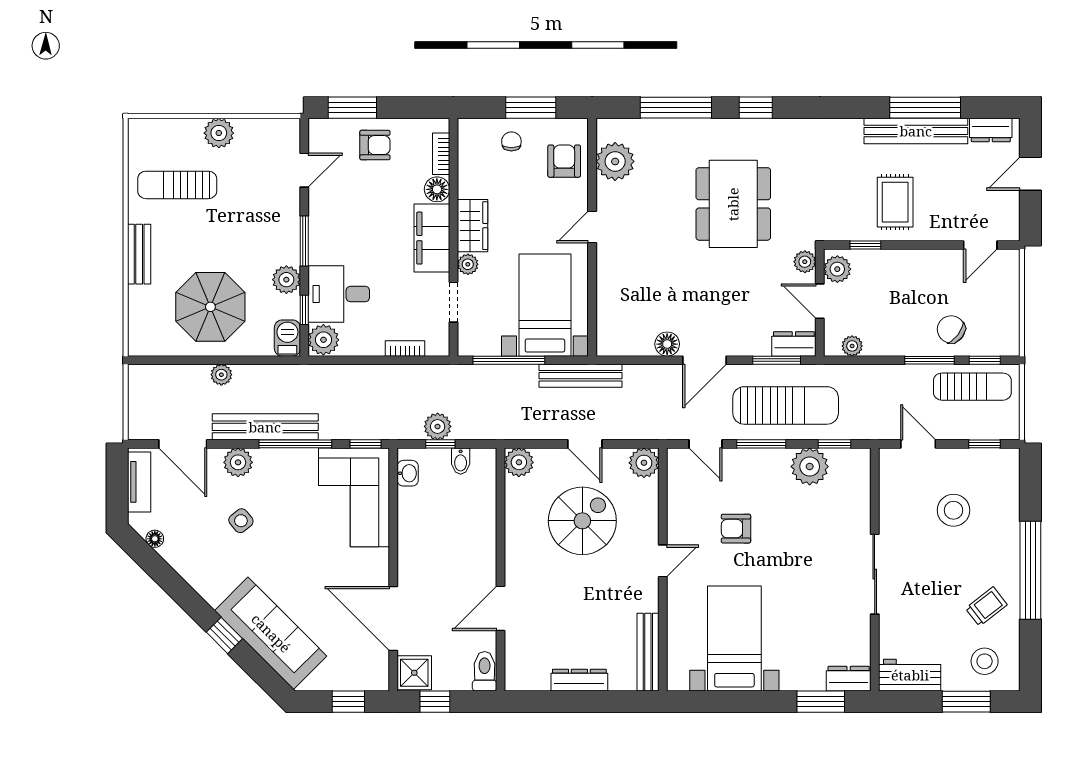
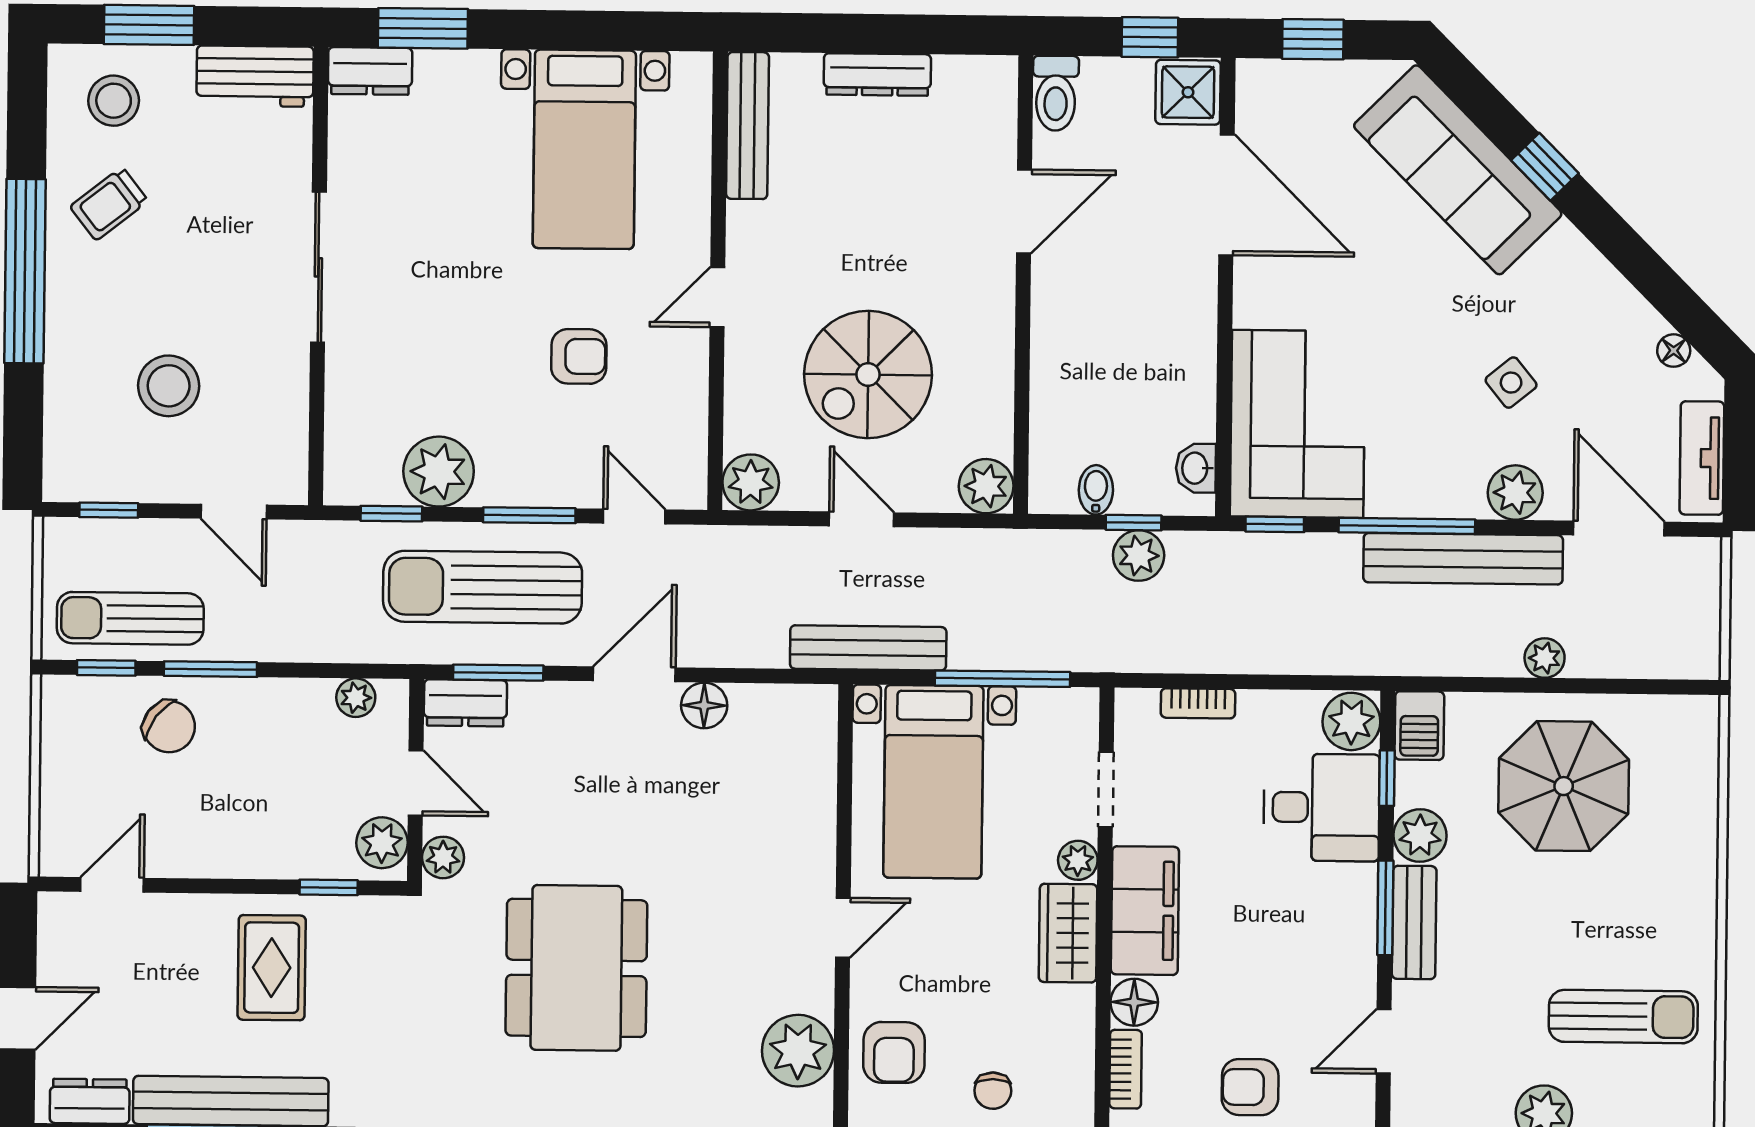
bench: (139, 254) -> (1414, 922), moved

